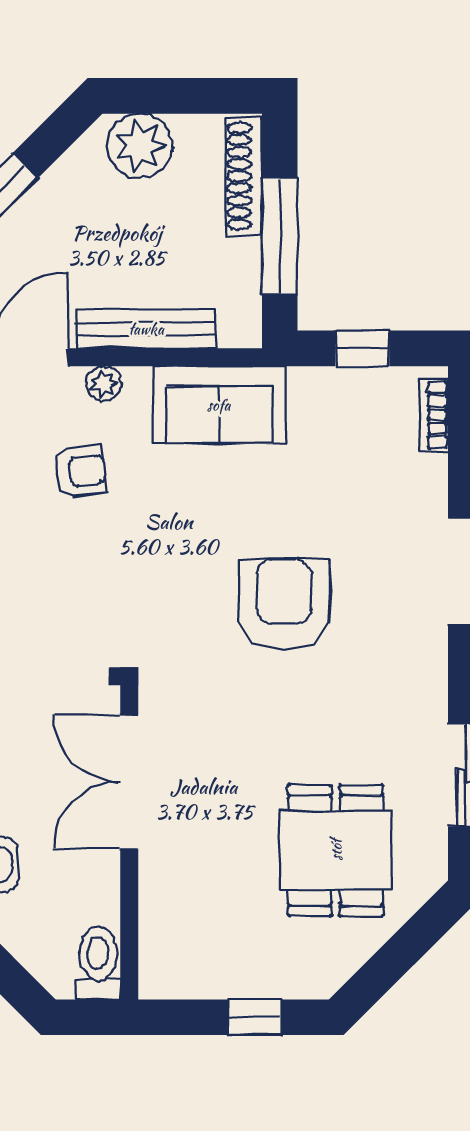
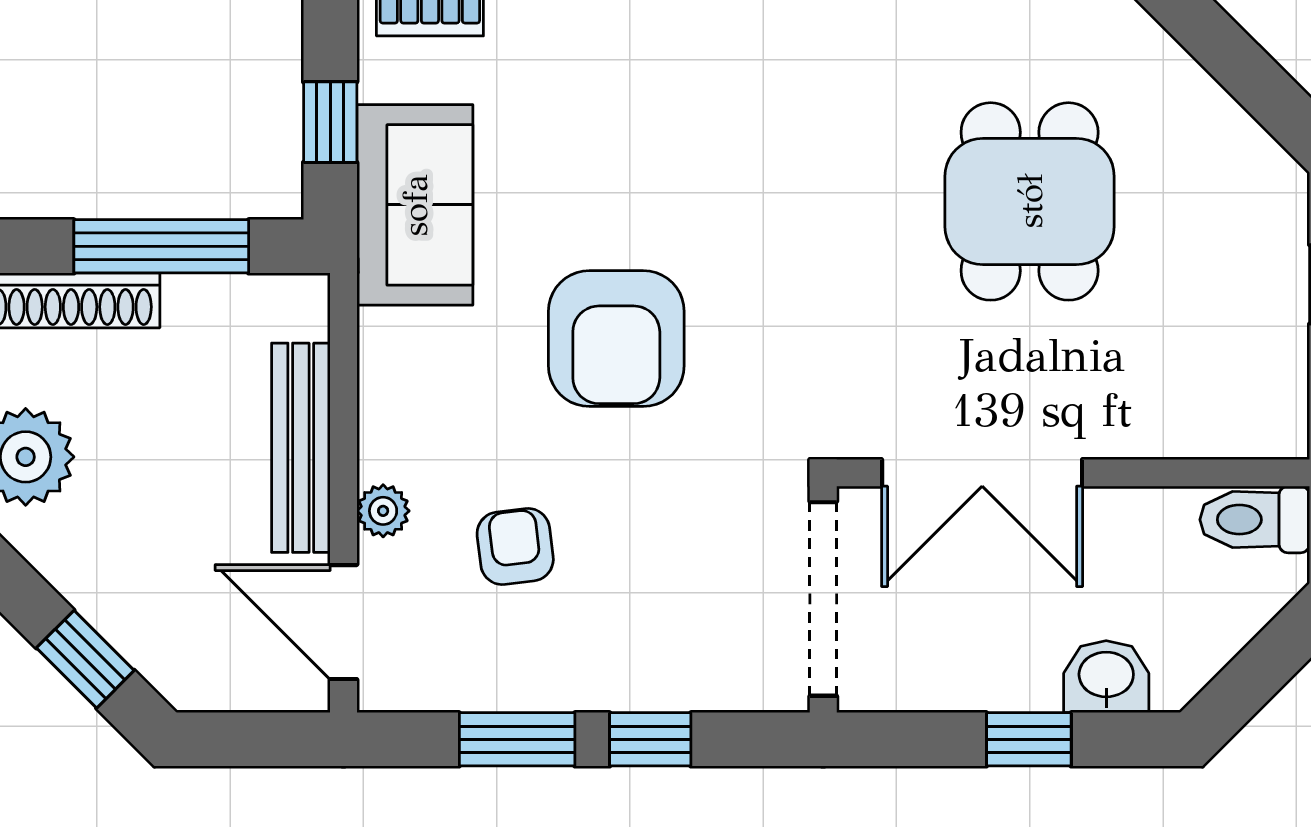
sofa: (219, 405) -> (415, 205), moved
armchair: (284, 604) -> (616, 339), moved, turned -90
dining table: (336, 850) -> (1030, 201), moved, turned 90

